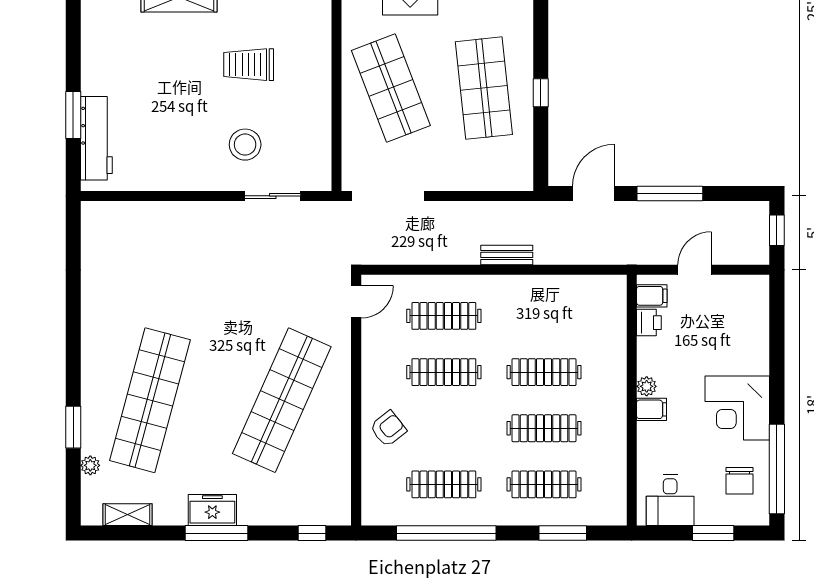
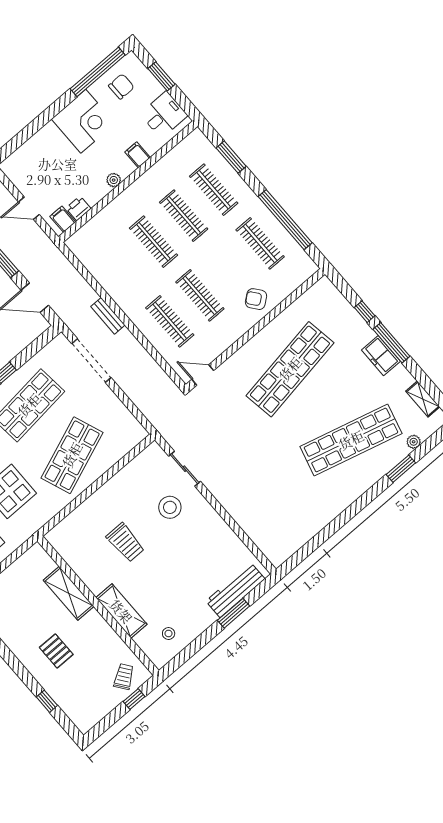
stool: (111, 27) -> (169, 633), added
doorway: (388, 196) -> (91, 361), moved
shop shelf: (282, 400) -> (290, 369), turned -33
filing cabinet: (652, 409) -> (138, 155), moved
window: (312, 533) -> (365, 312), moved

